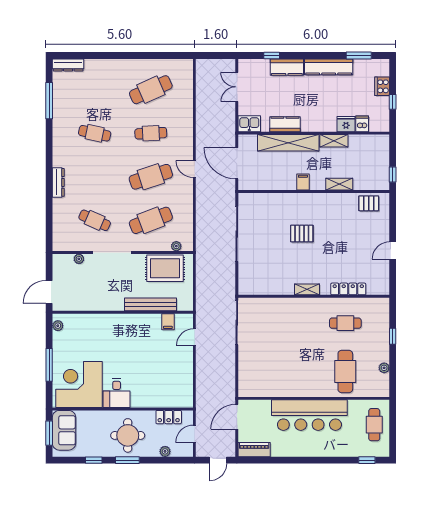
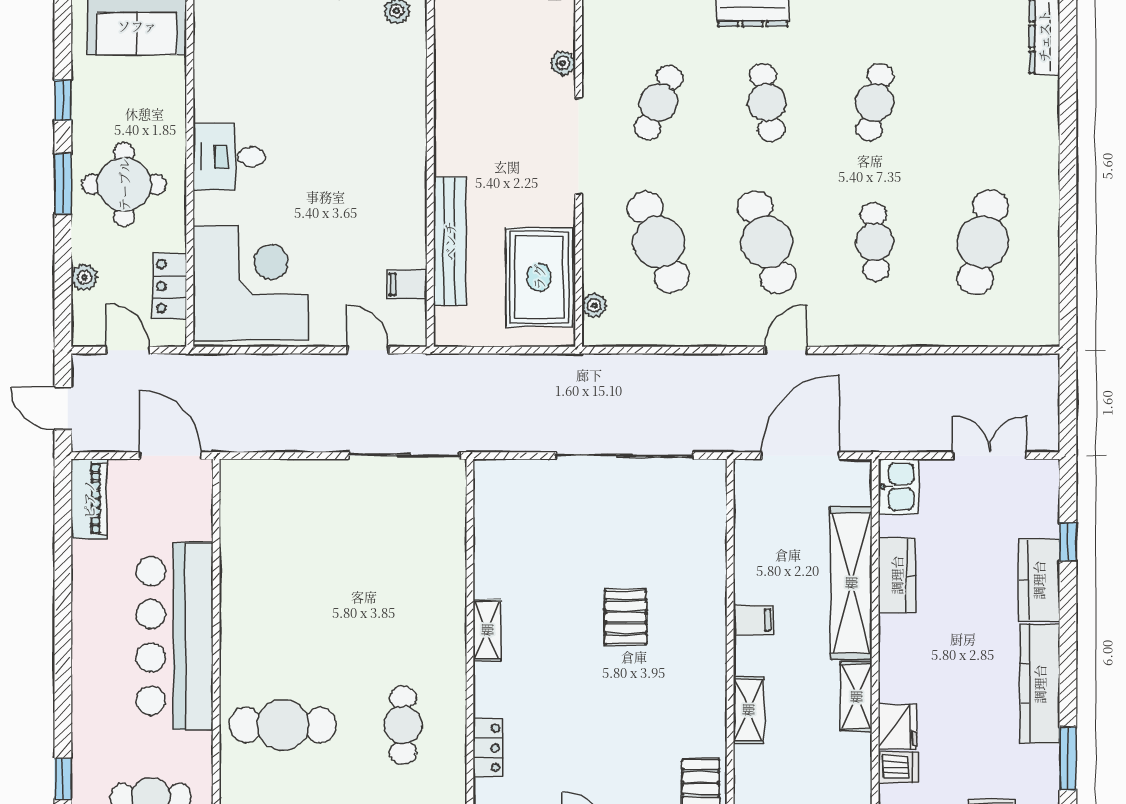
cafe table: (151, 90) -> (983, 242), turned 36
cafe table: (95, 177) -> (767, 102), added
locker: (348, 289) -> (488, 748), width x0.66
corner desk: (79, 385) -> (250, 283), moved

